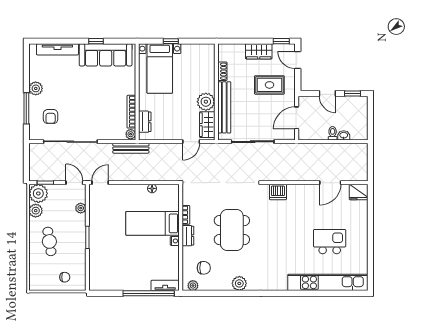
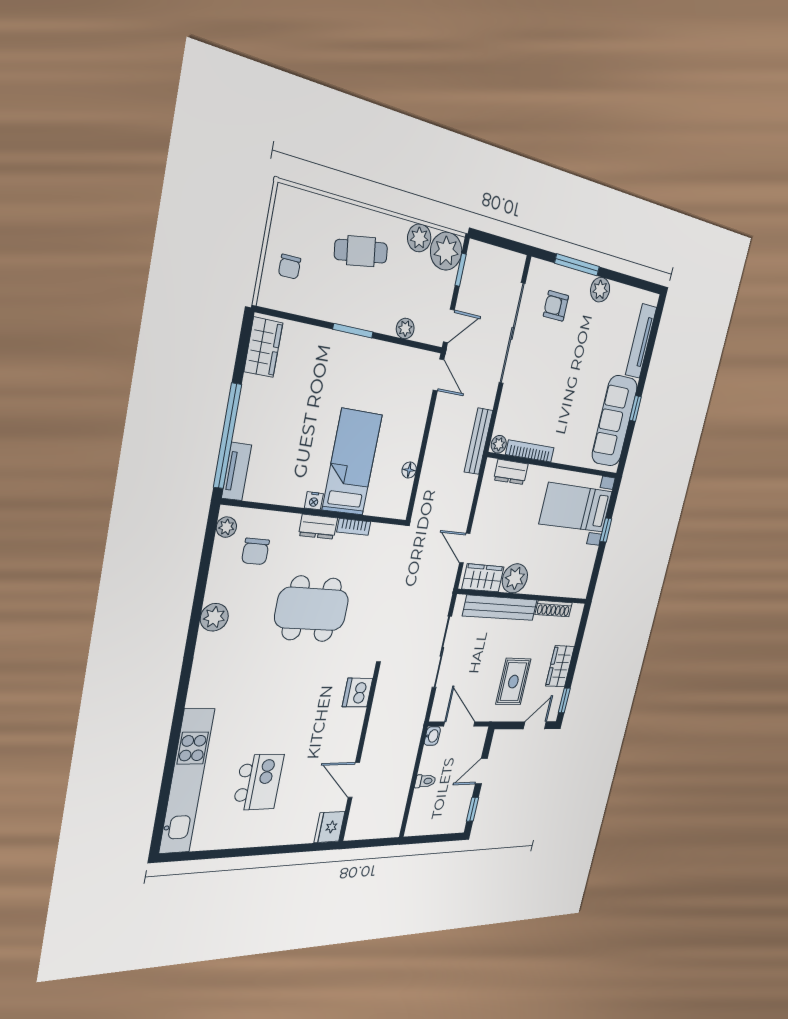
shoe rack: (222, 71) -> (554, 609), width x1.43
washbasin: (344, 135) -> (432, 736), moved
wardrobe: (104, 283) -> (263, 347), added

